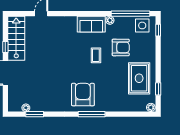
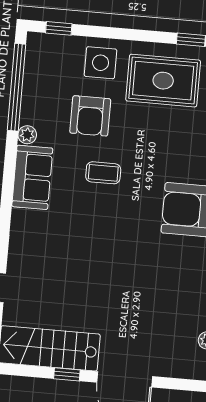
side table: (142, 25) -> (101, 63), moved
armchair: (121, 47) -> (90, 116), turned 180

